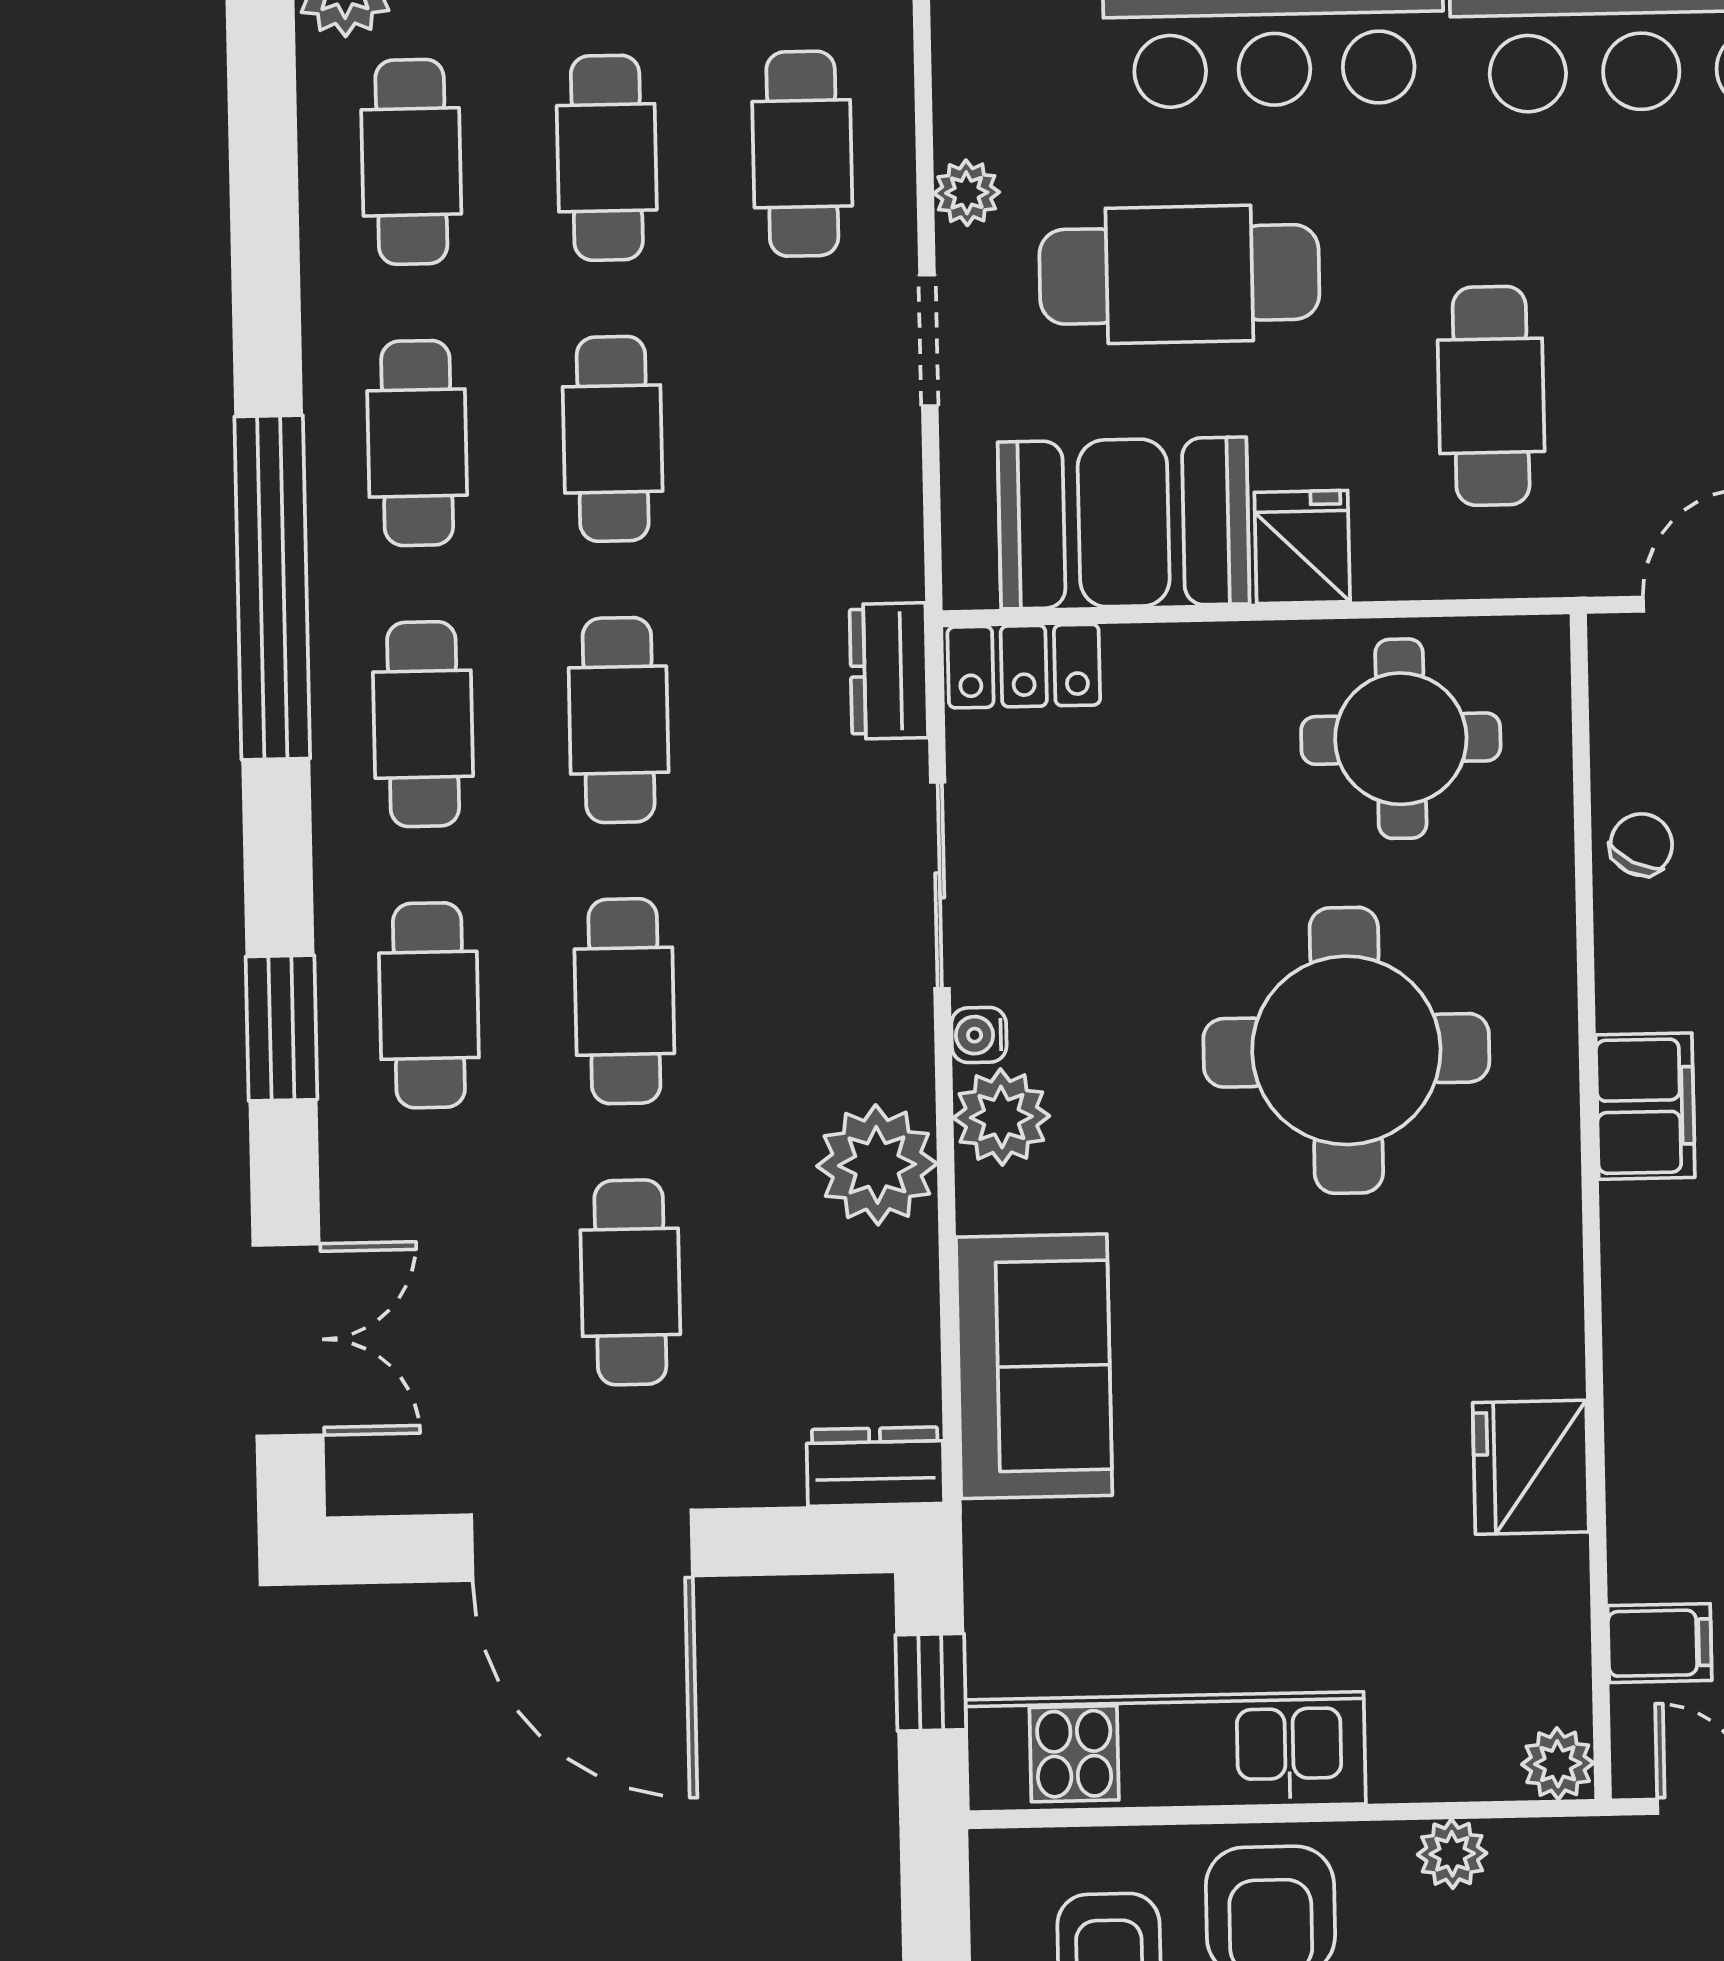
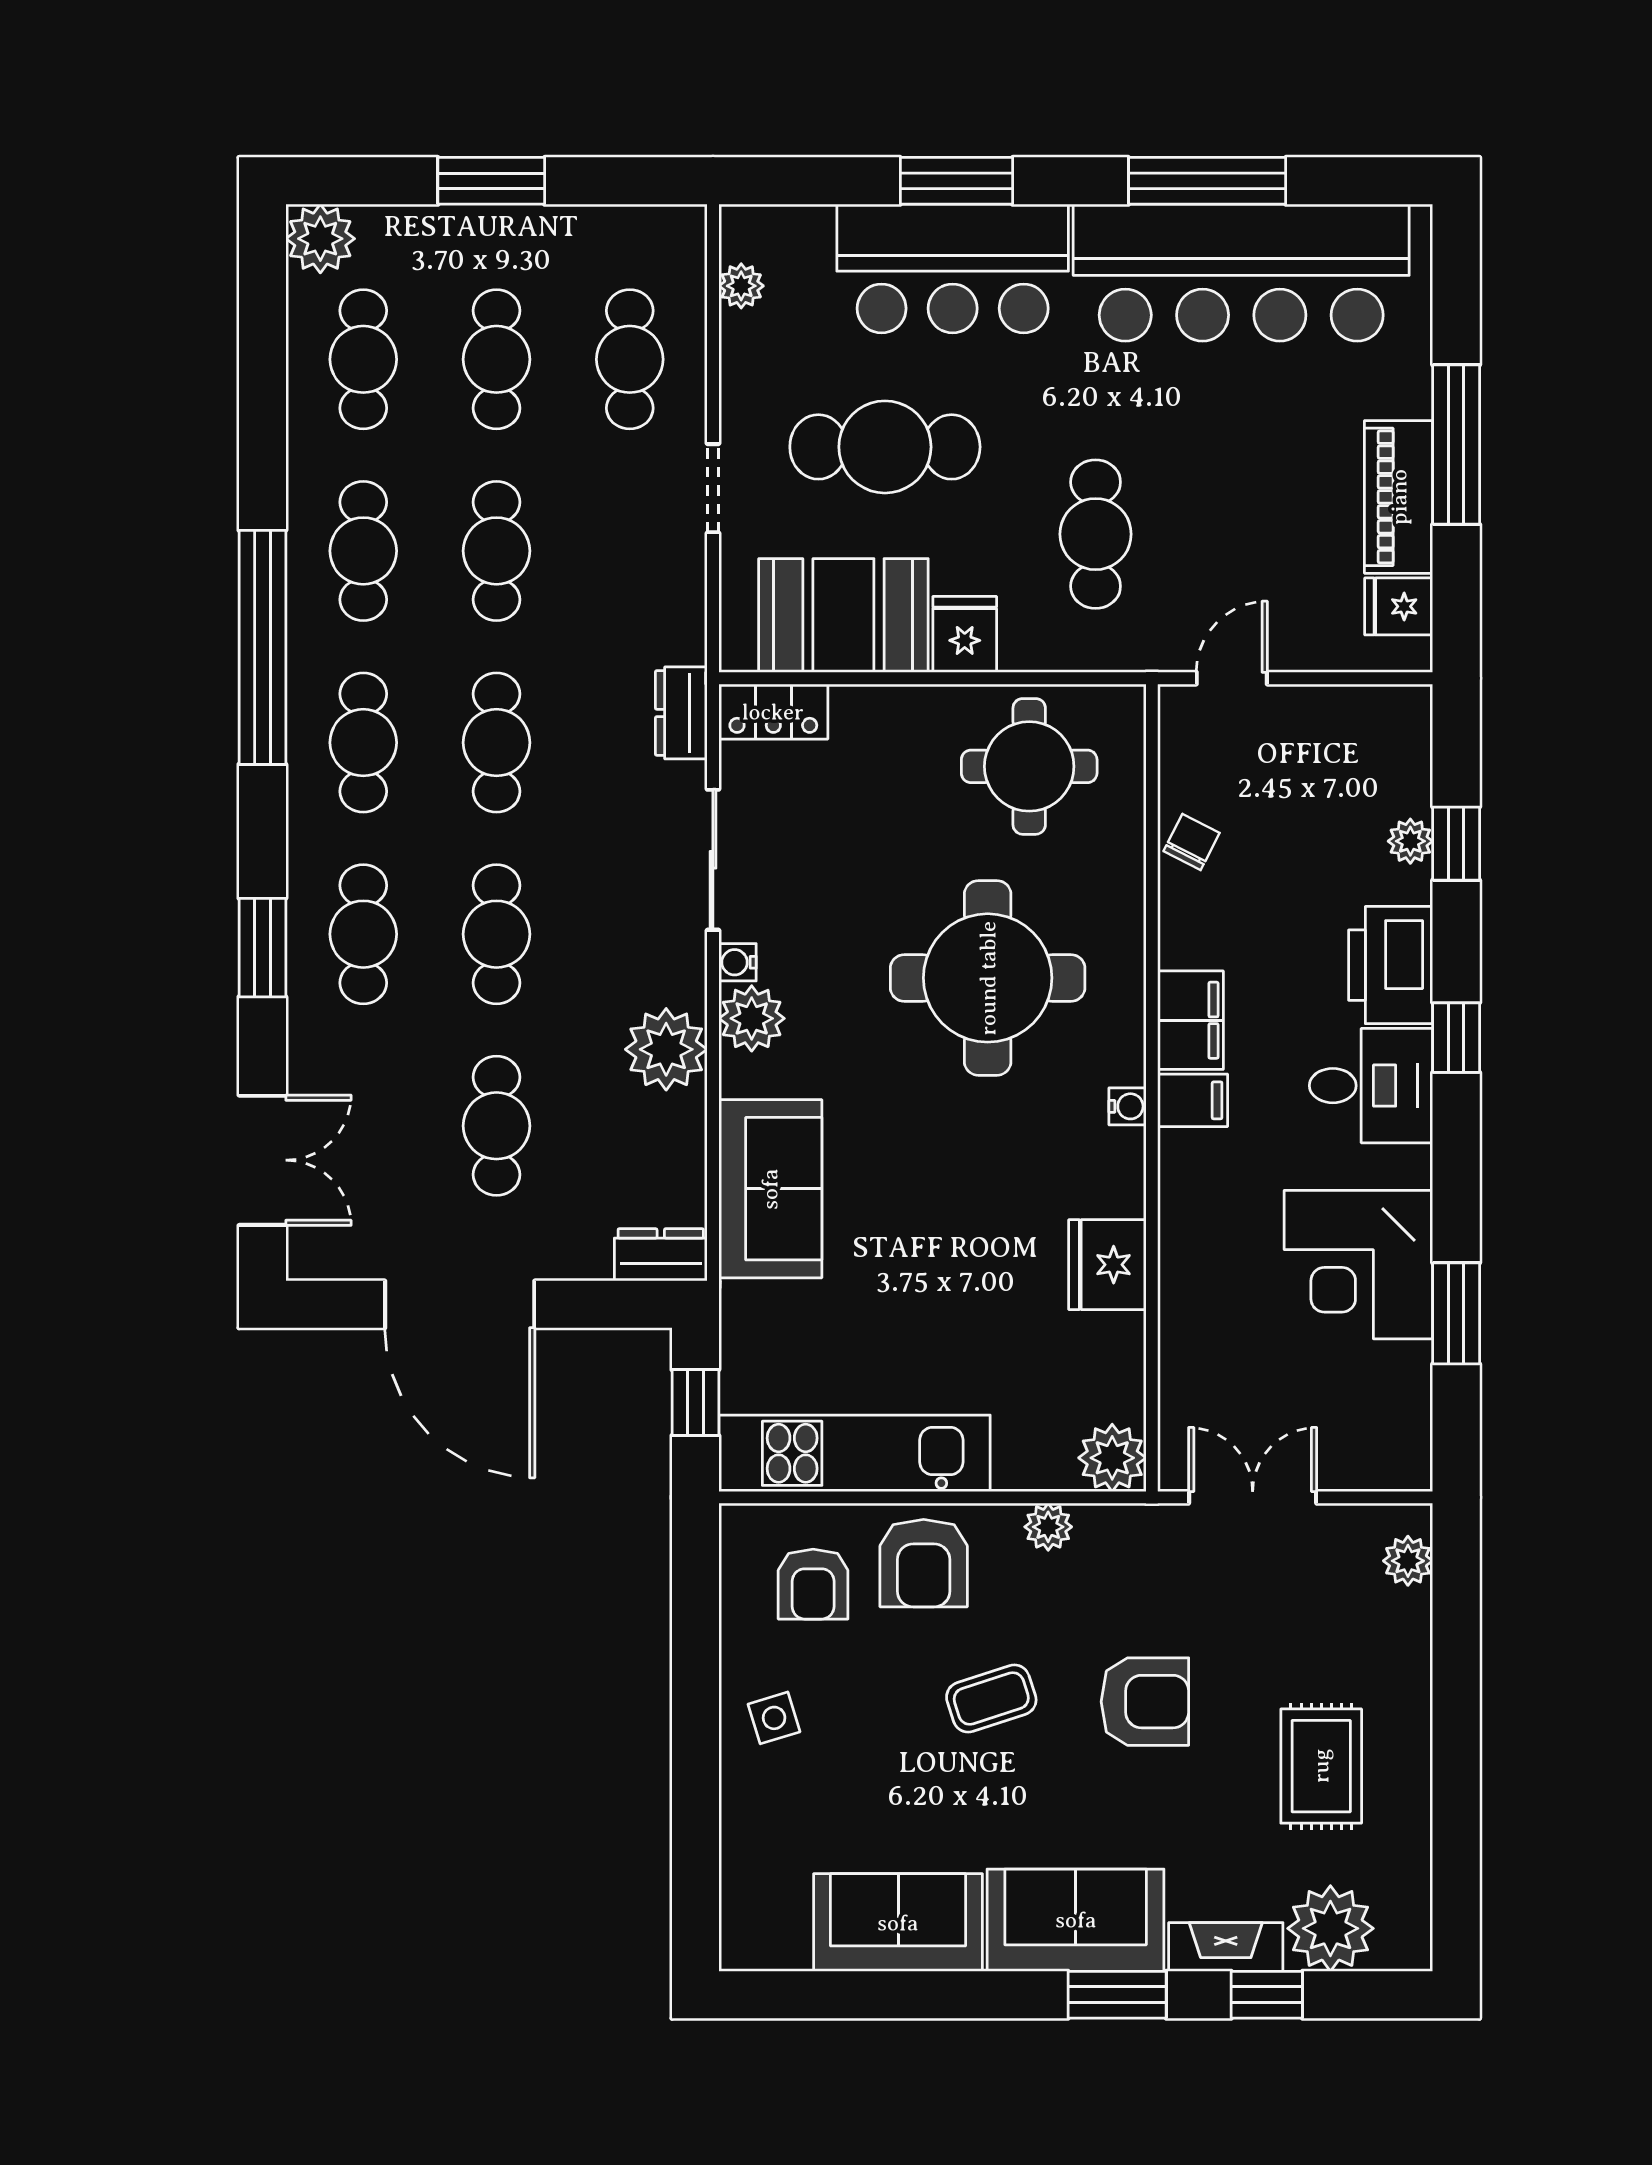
plant: (967, 193) -> (741, 286), moved
water cooler: (1555, 1234) -> (1127, 1106), added
filing cabinet: (1660, 1643) -> (1193, 1100), moved
plant: (1558, 1764) -> (1112, 1458), width x1.38, depth x1.38

